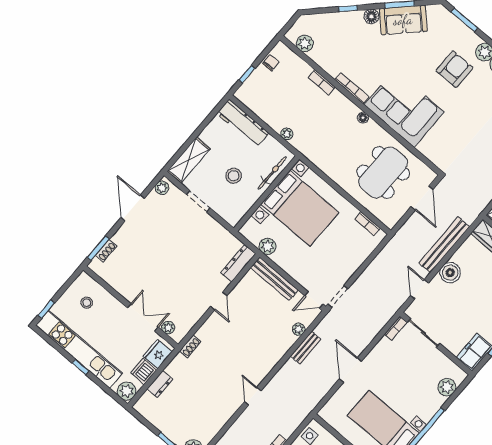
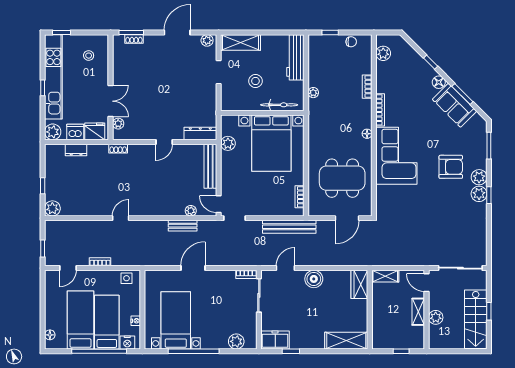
bench: (444, 245) -> (289, 227), moved

